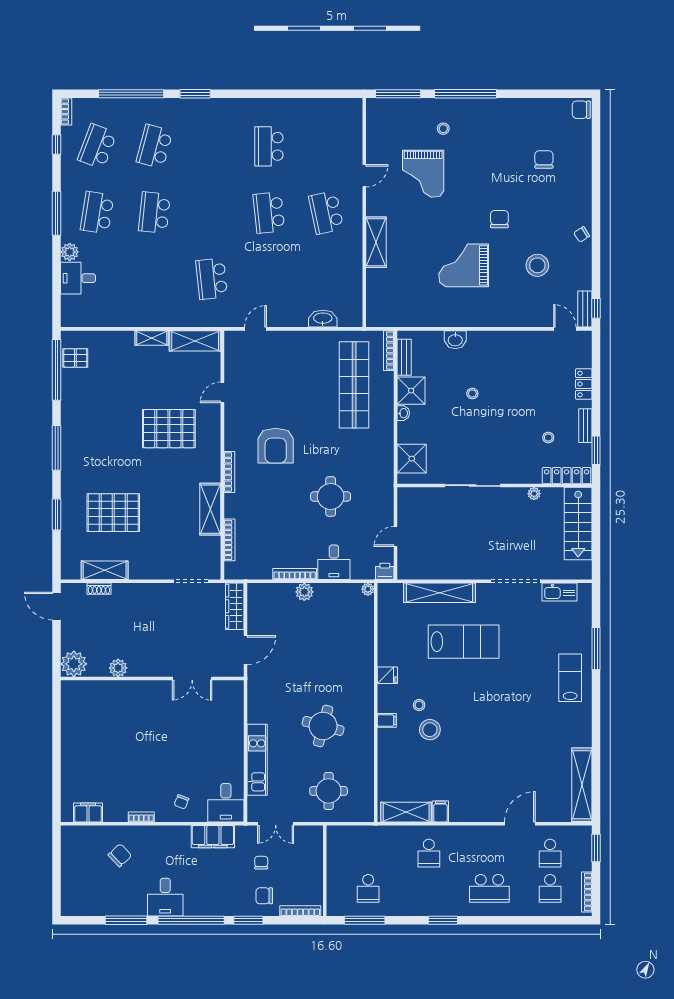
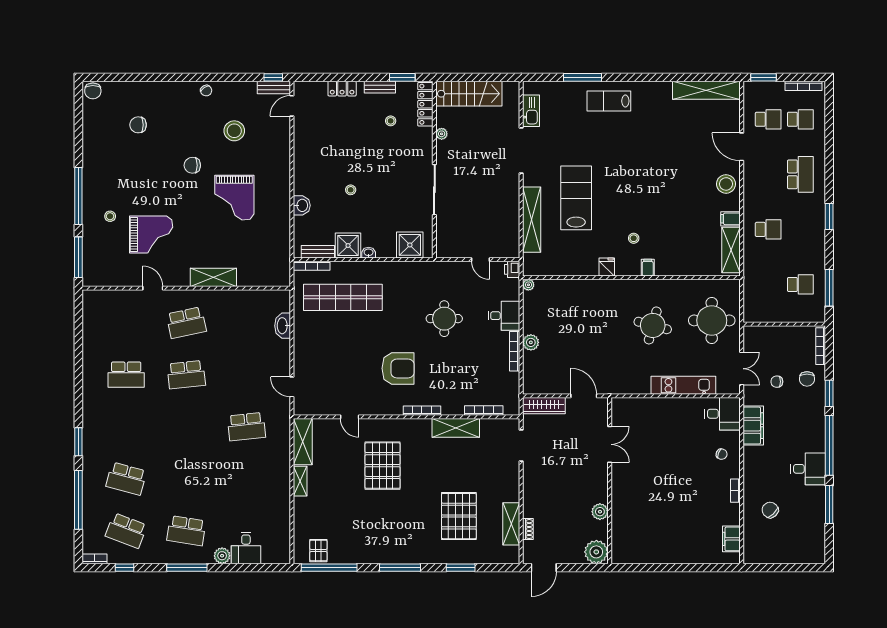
school desk: (154, 213) -> (186, 479), removed
stool: (430, 730) -> (726, 184), moved
round table: (329, 791) -> (712, 320), width x1.36, depth x1.36

